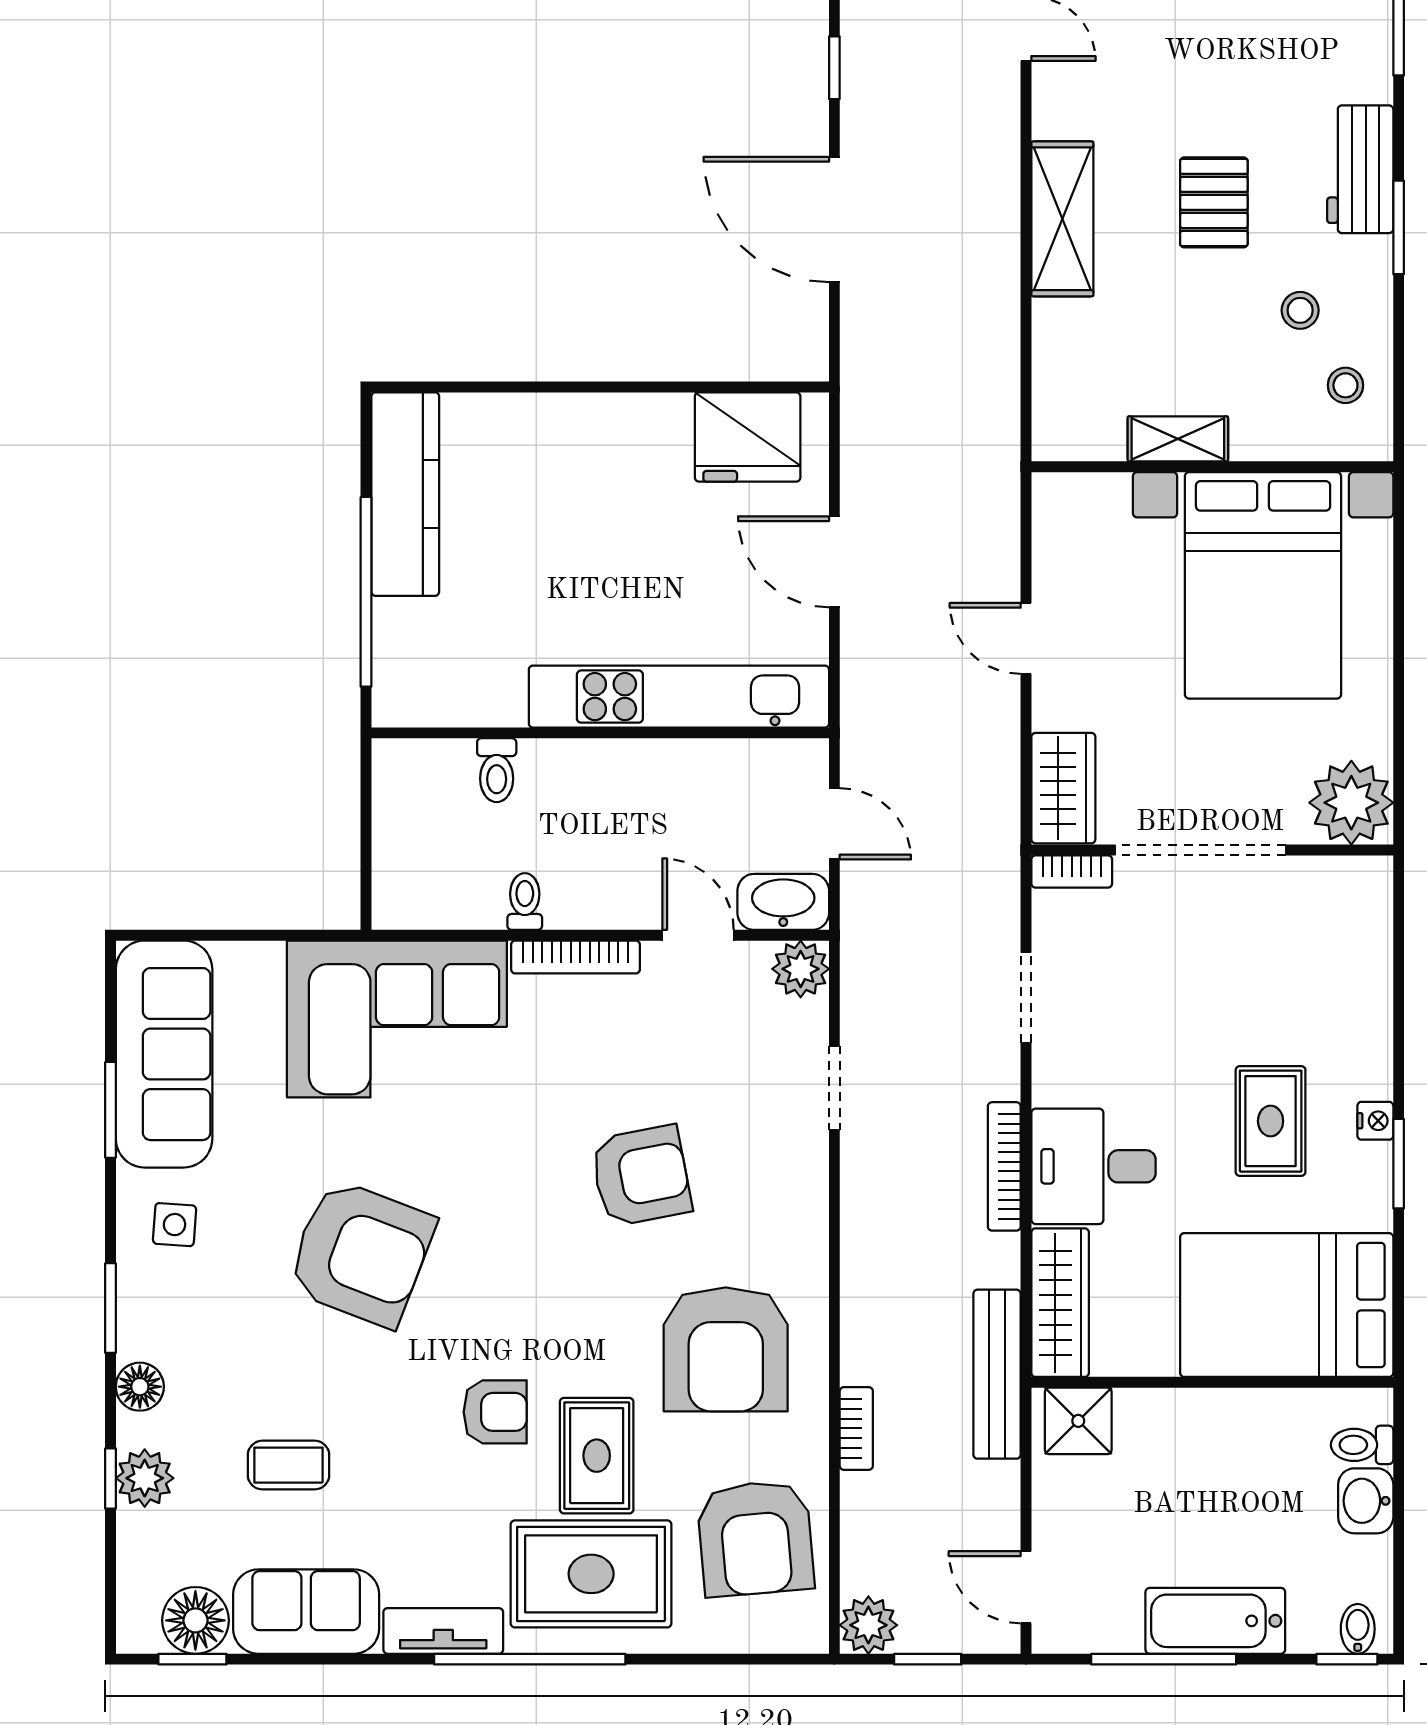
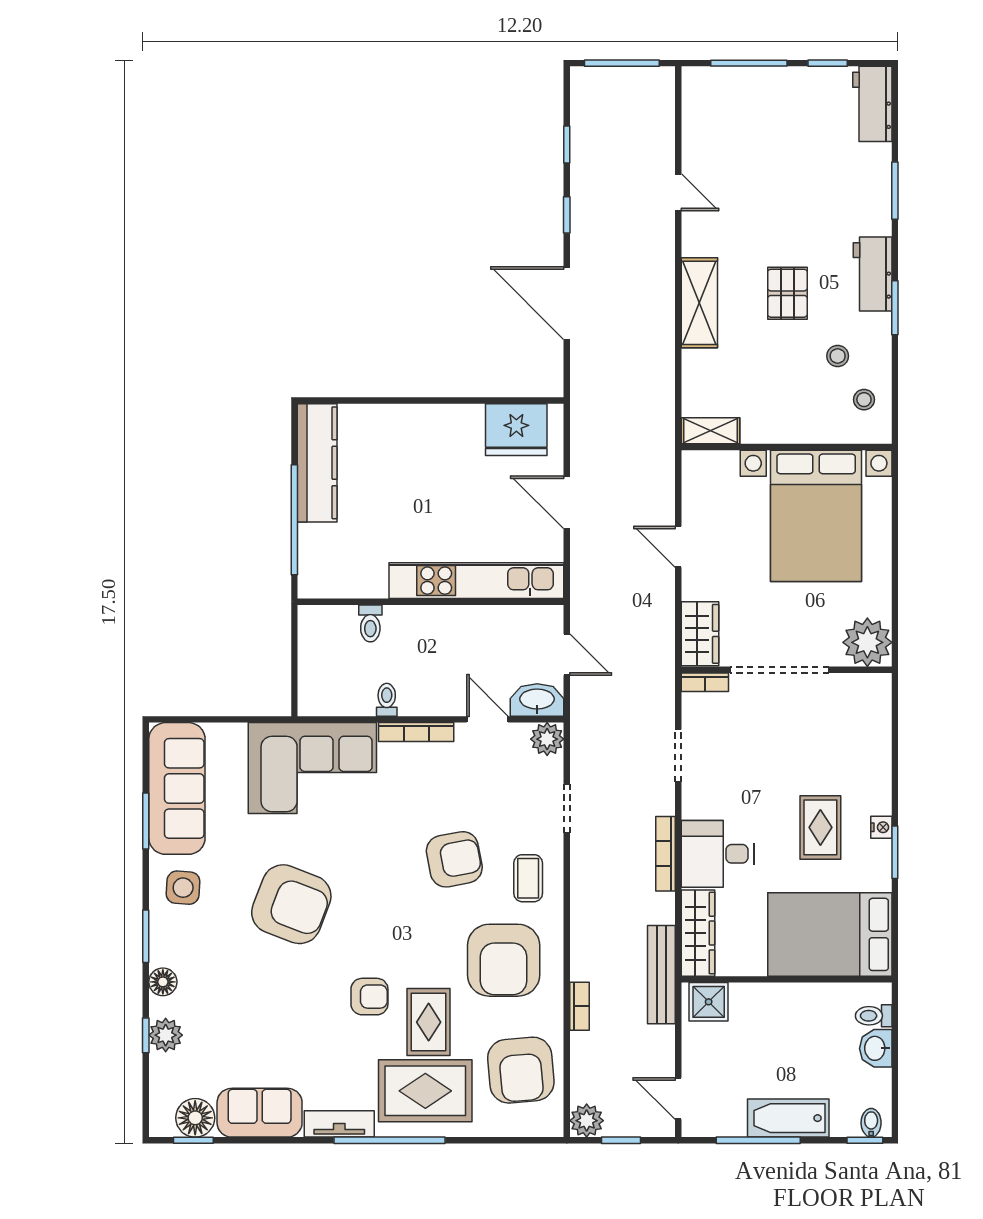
shelving: (1178, 439) -> (710, 431), moved
side table: (175, 1225) -> (183, 888), width x1.37, depth x1.37
coffee table: (288, 1465) -> (528, 878), moved, turned 90

